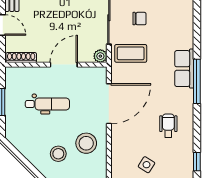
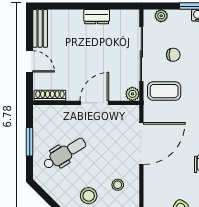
dental chair: (47, 104) -> (65, 154), moved, turned -32
stool: (86, 143) -> (118, 185), width x0.53, depth x0.53

